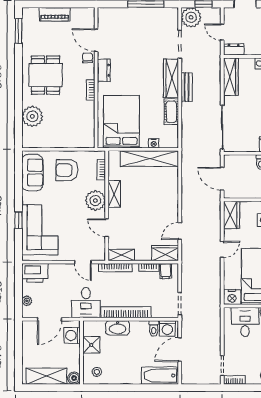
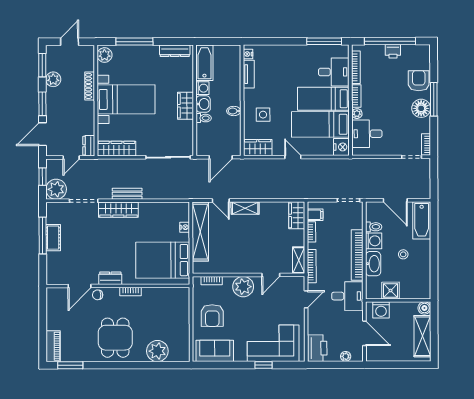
piano: (55, 14) -> (53, 346), moved
dining table: (46, 75) -> (115, 338), turned 90
cot: (171, 112) -> (53, 238), moved, turned 90
shelving: (114, 194) -> (245, 208), moved
door: (180, 231) -> (221, 201), moved
washing machine: (167, 328) -> (374, 241), moved
stool: (97, 372) -> (403, 254), moved

